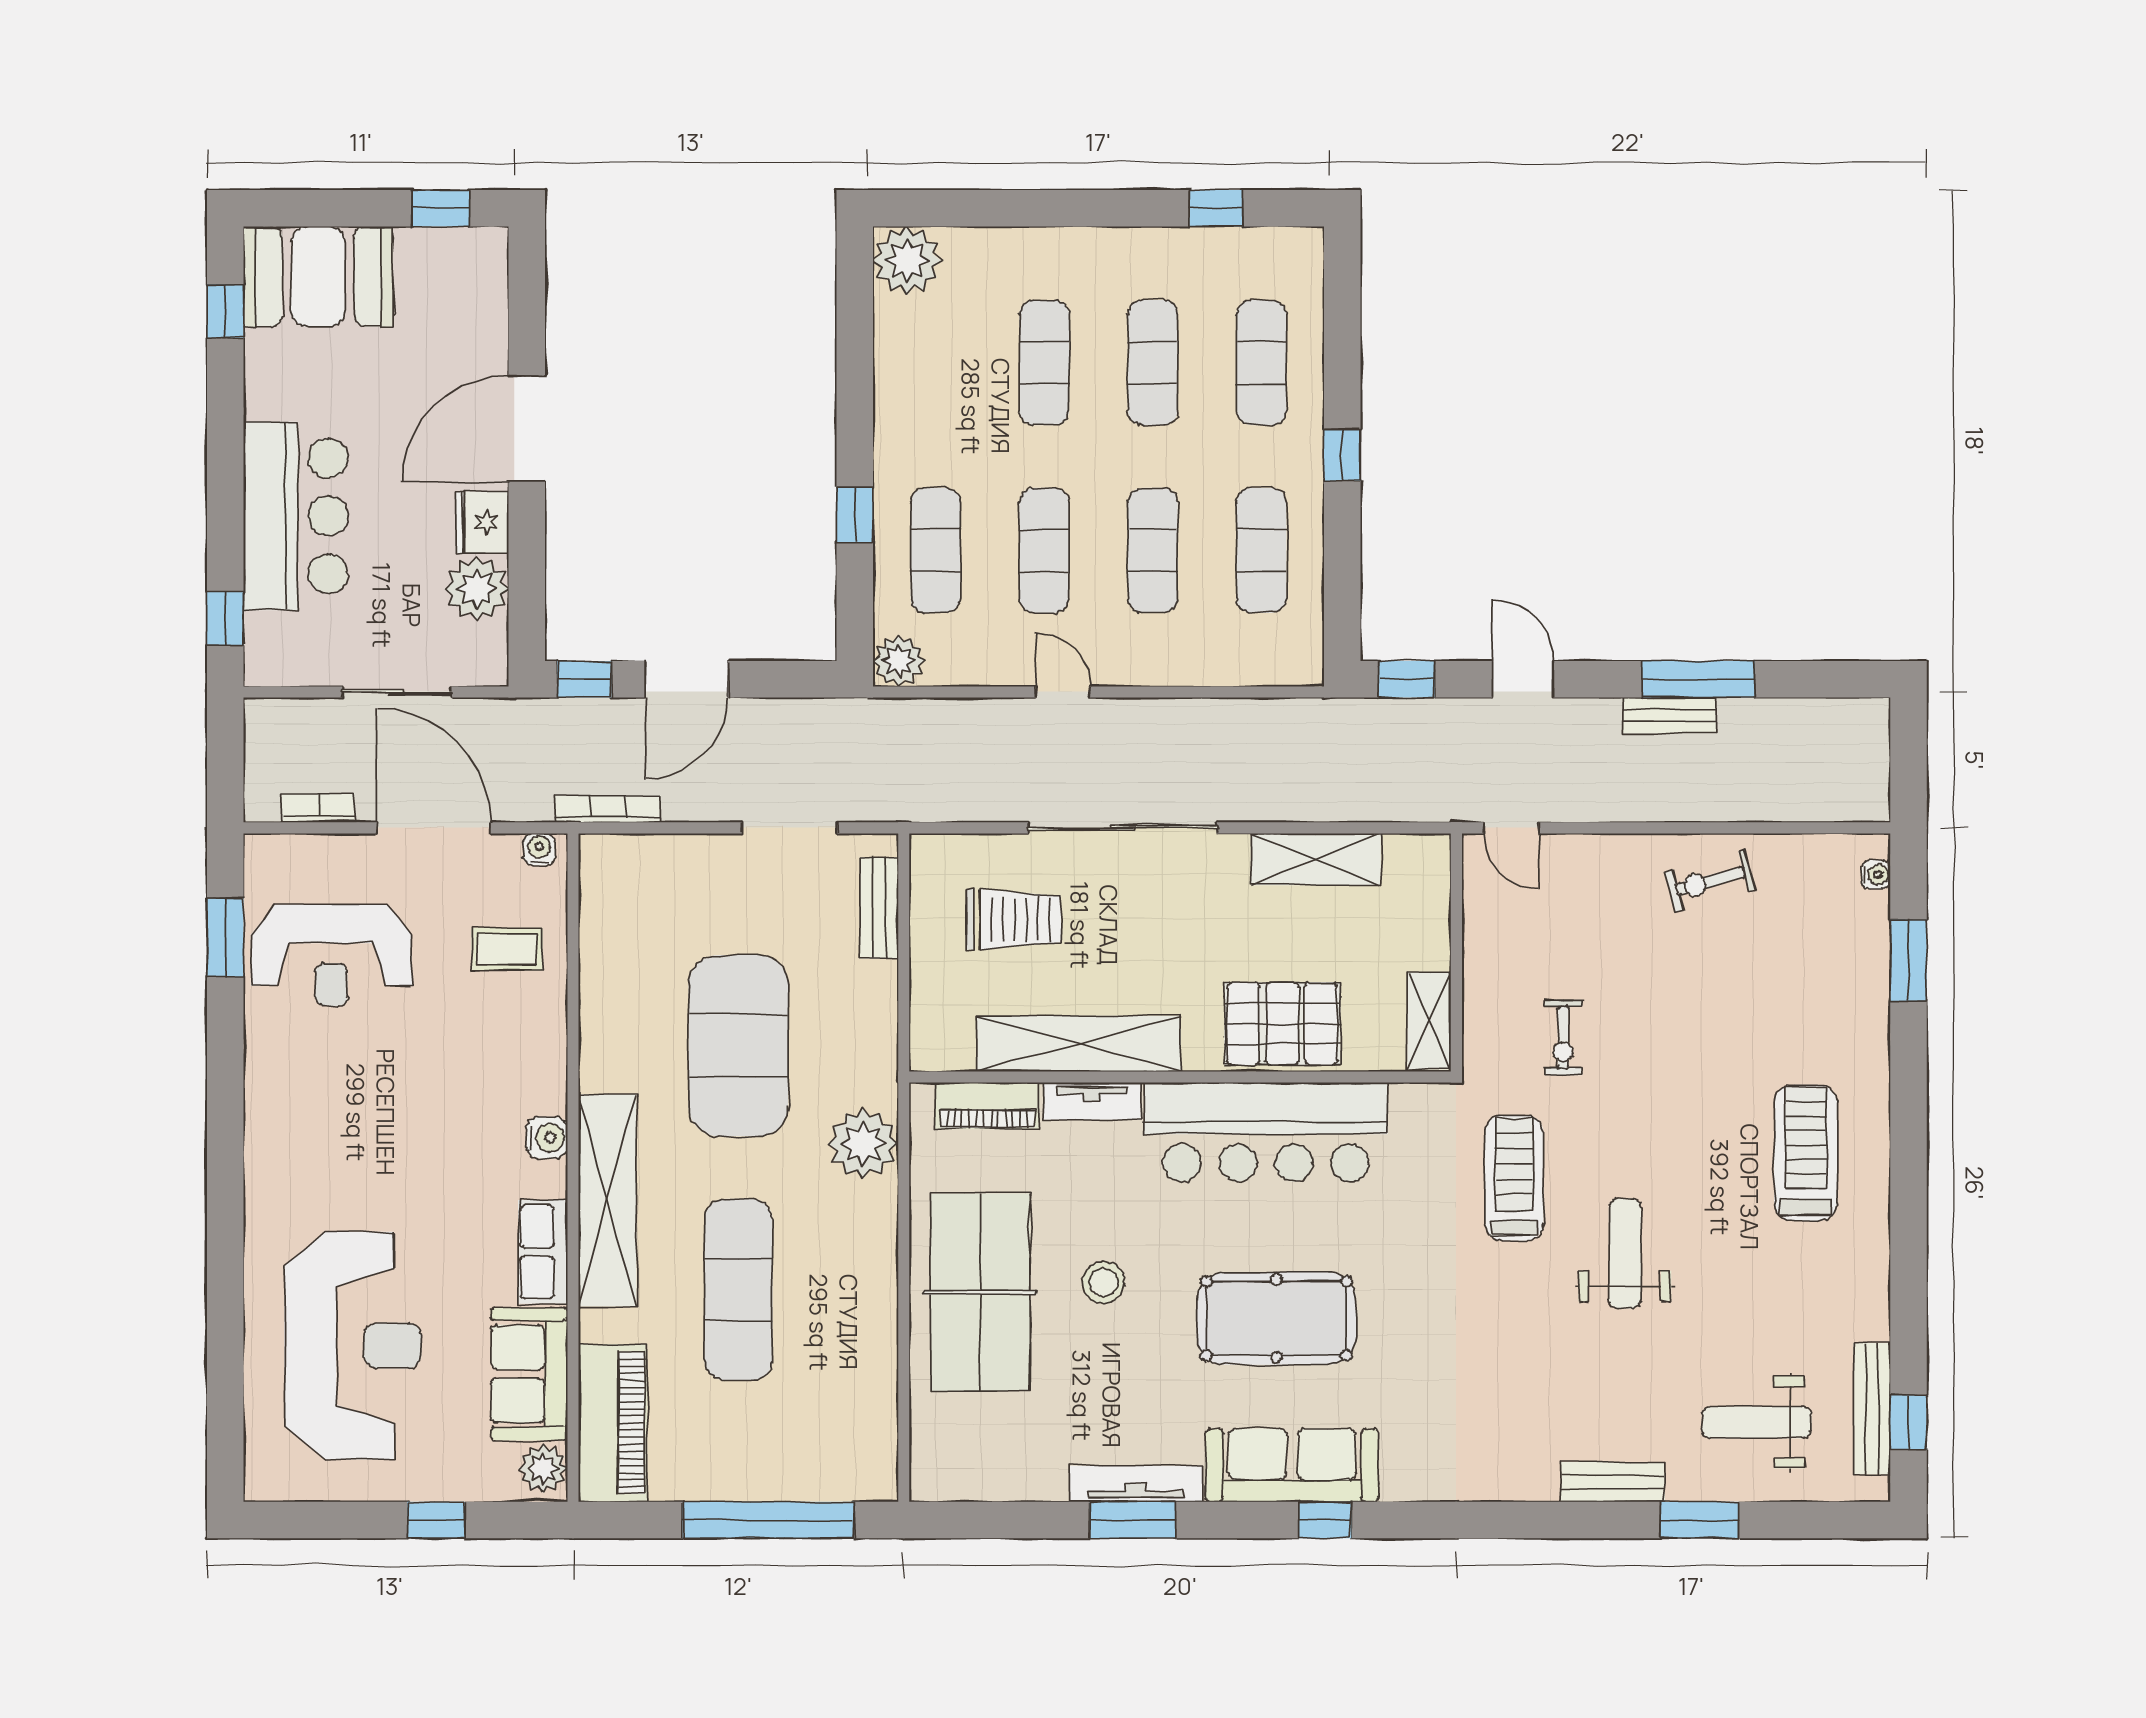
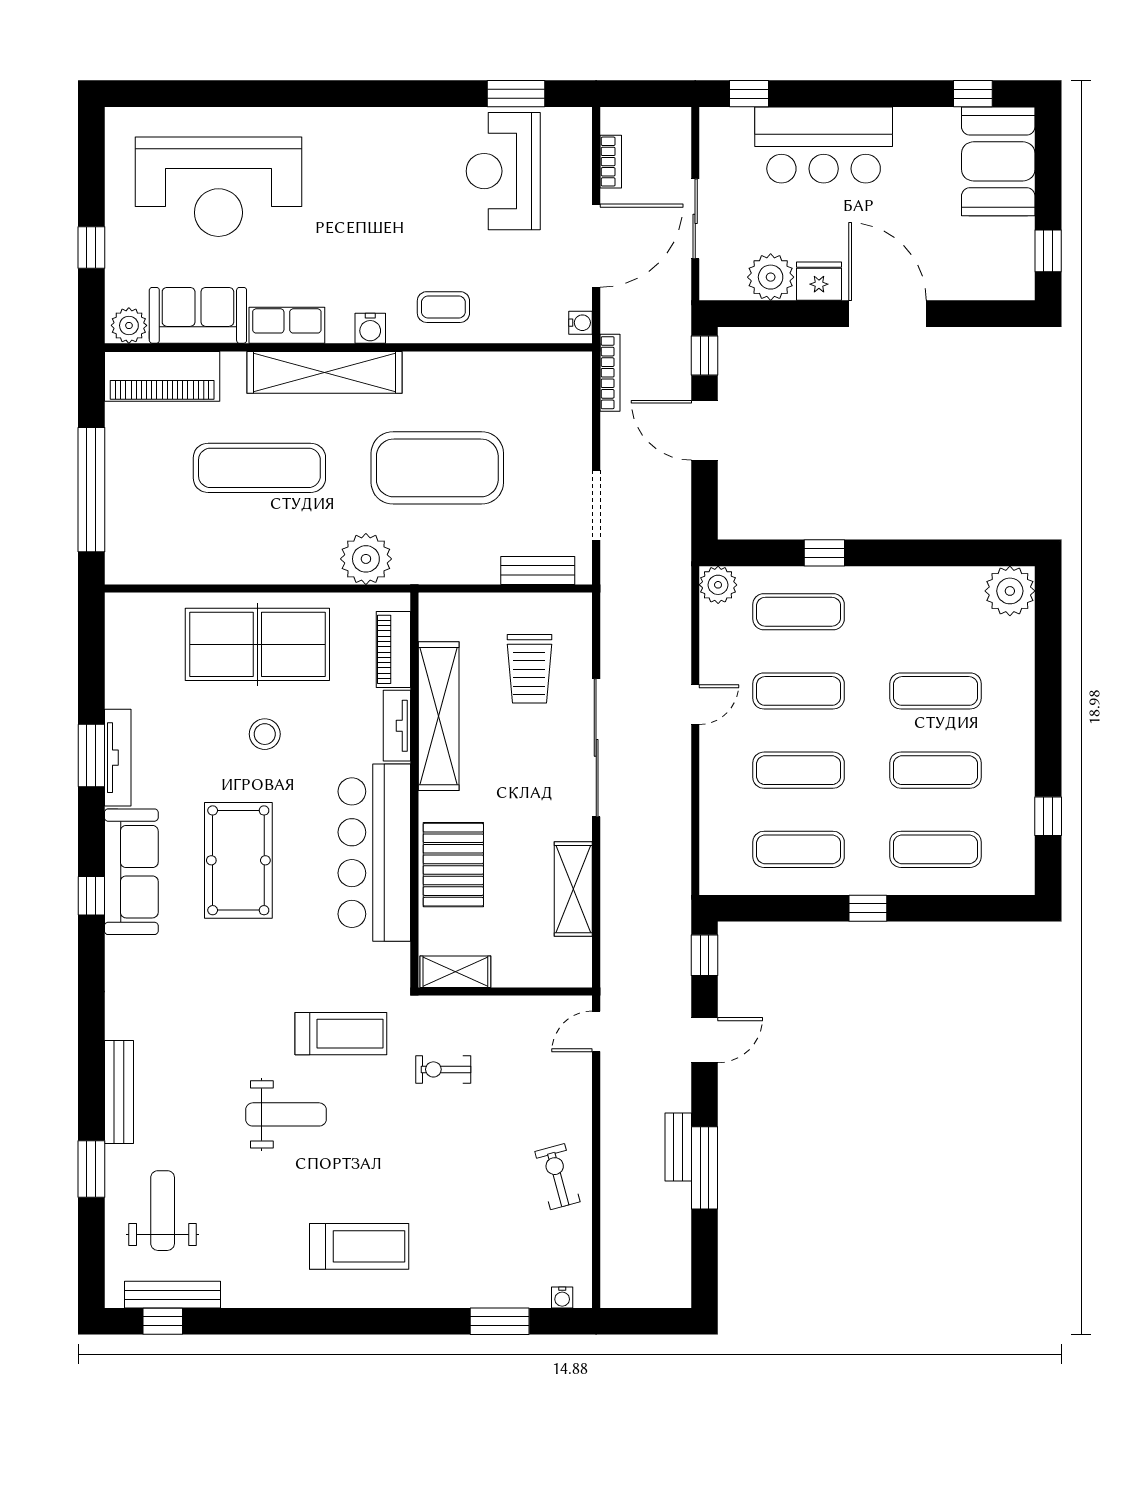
coffee table: (507, 949) -> (443, 307), moved, turned 90
bench: (1613, 1482) -> (119, 1092), width x1.36

